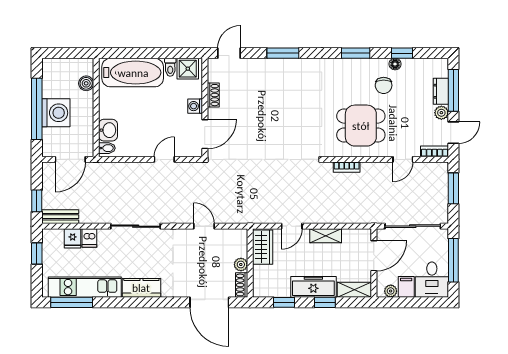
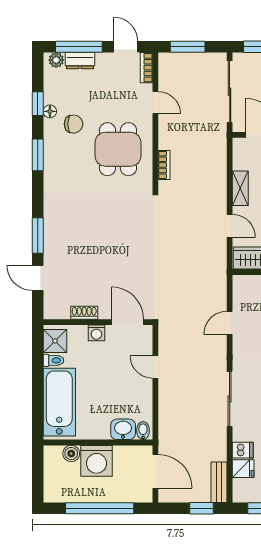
door: (229, 53) -> (38, 278), moved
washing machine: (56, 113) -> (97, 461), moved, turned 180
plant: (441, 113) -> (56, 60), moved

